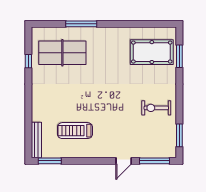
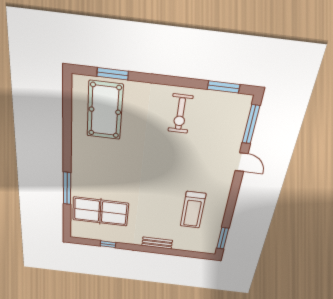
table tennis table: (62, 53) -> (100, 212), turned 90
bench: (36, 140) -> (157, 243), moved, width x0.73

